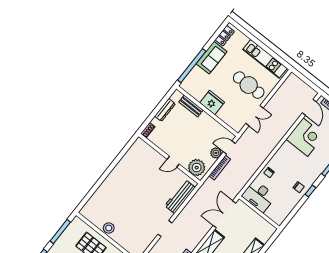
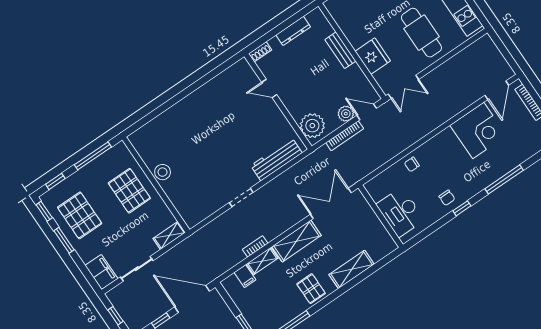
fridge: (212, 103) -> (373, 56), moved
bench: (191, 106) -> (340, 50), moved
double door: (254, 116) -> (403, 87), moved
door: (173, 162) -> (269, 88), moved
desk: (259, 196) -> (400, 212), moved

